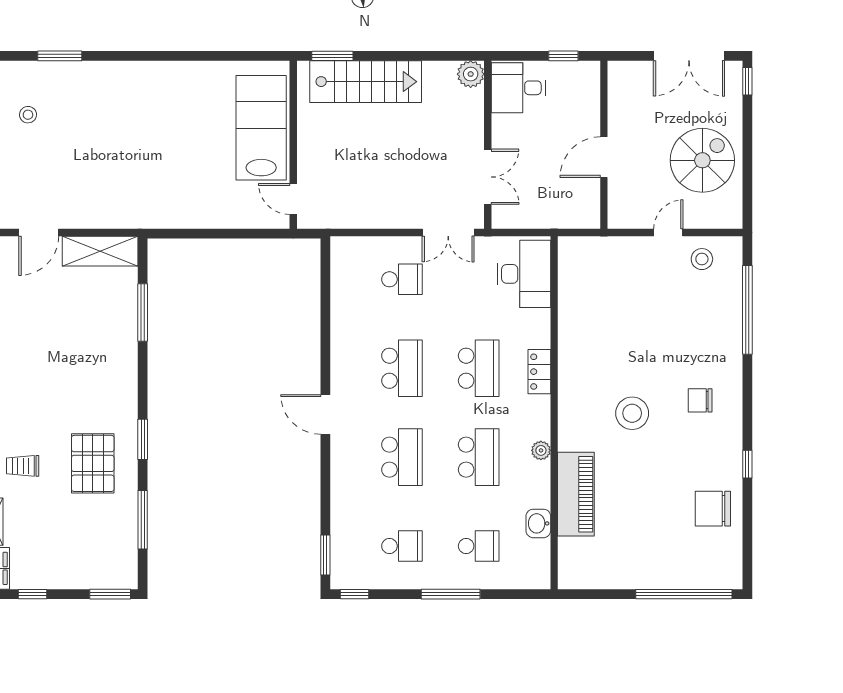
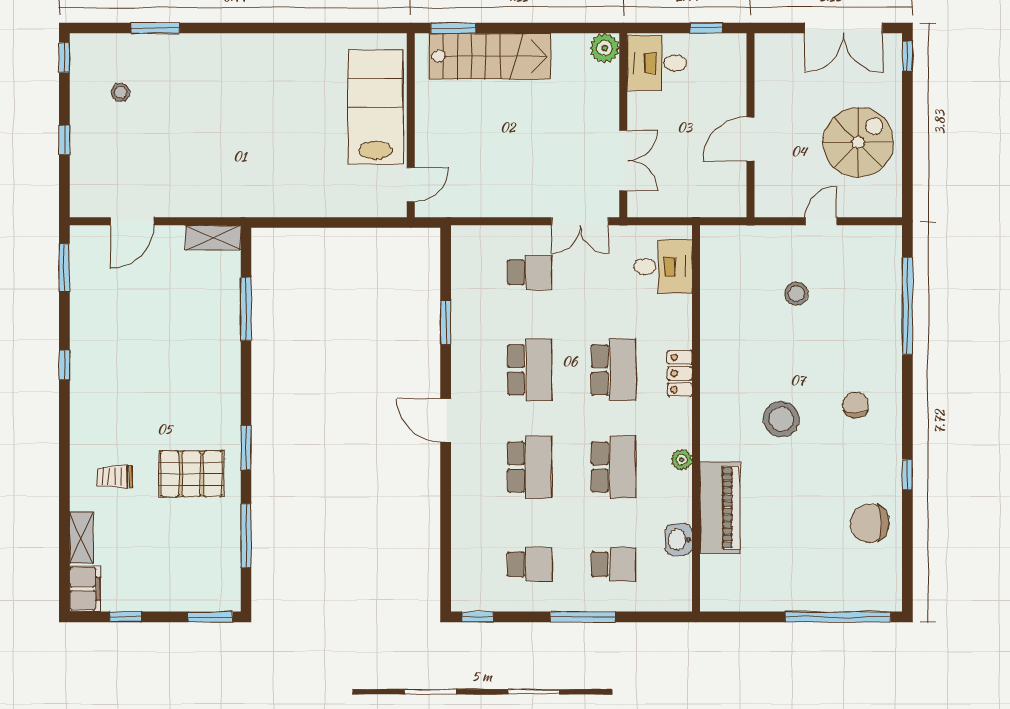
door: (293, 199) -> (411, 185), swing flipped
shelving: (100, 251) -> (213, 238), width x0.67, depth x0.75
stool: (702, 259) -> (796, 294), moved
desk: (524, 274) -> (663, 267), width x0.73
chair: (700, 400) -> (856, 405), turned 90
pallet: (93, 463) -> (191, 474), turned 90
window: (325, 555) -> (446, 323), moved

